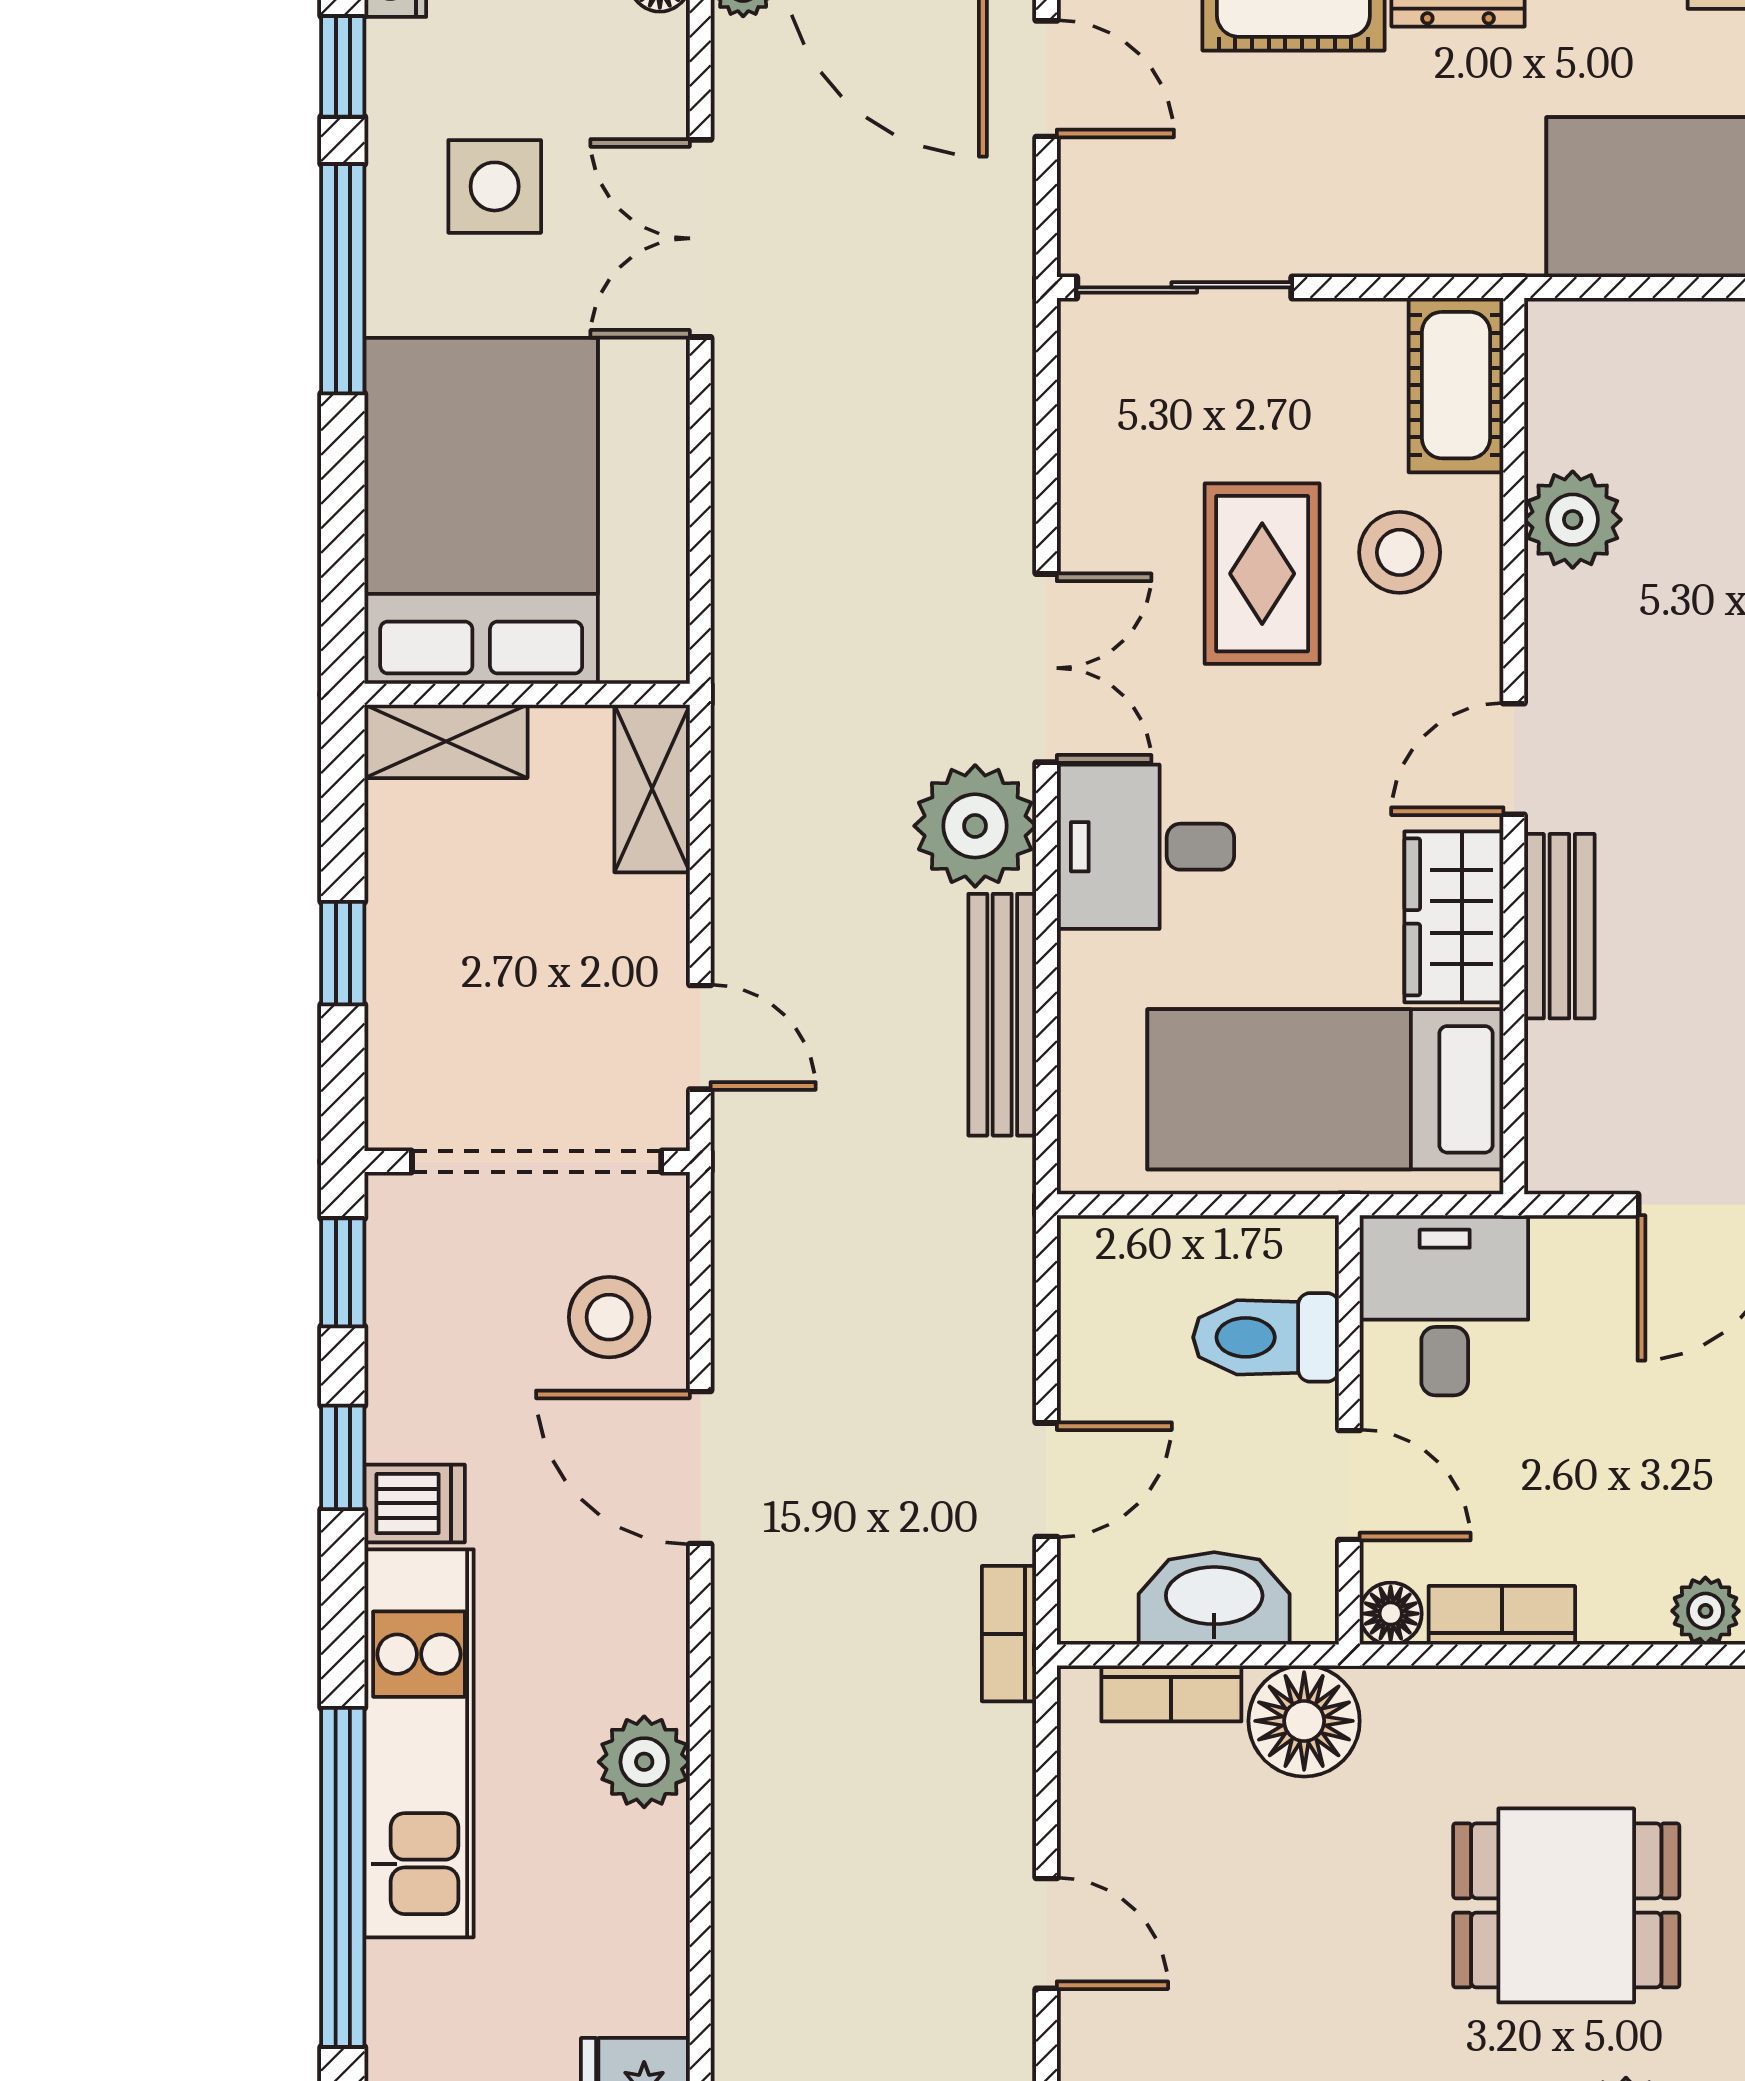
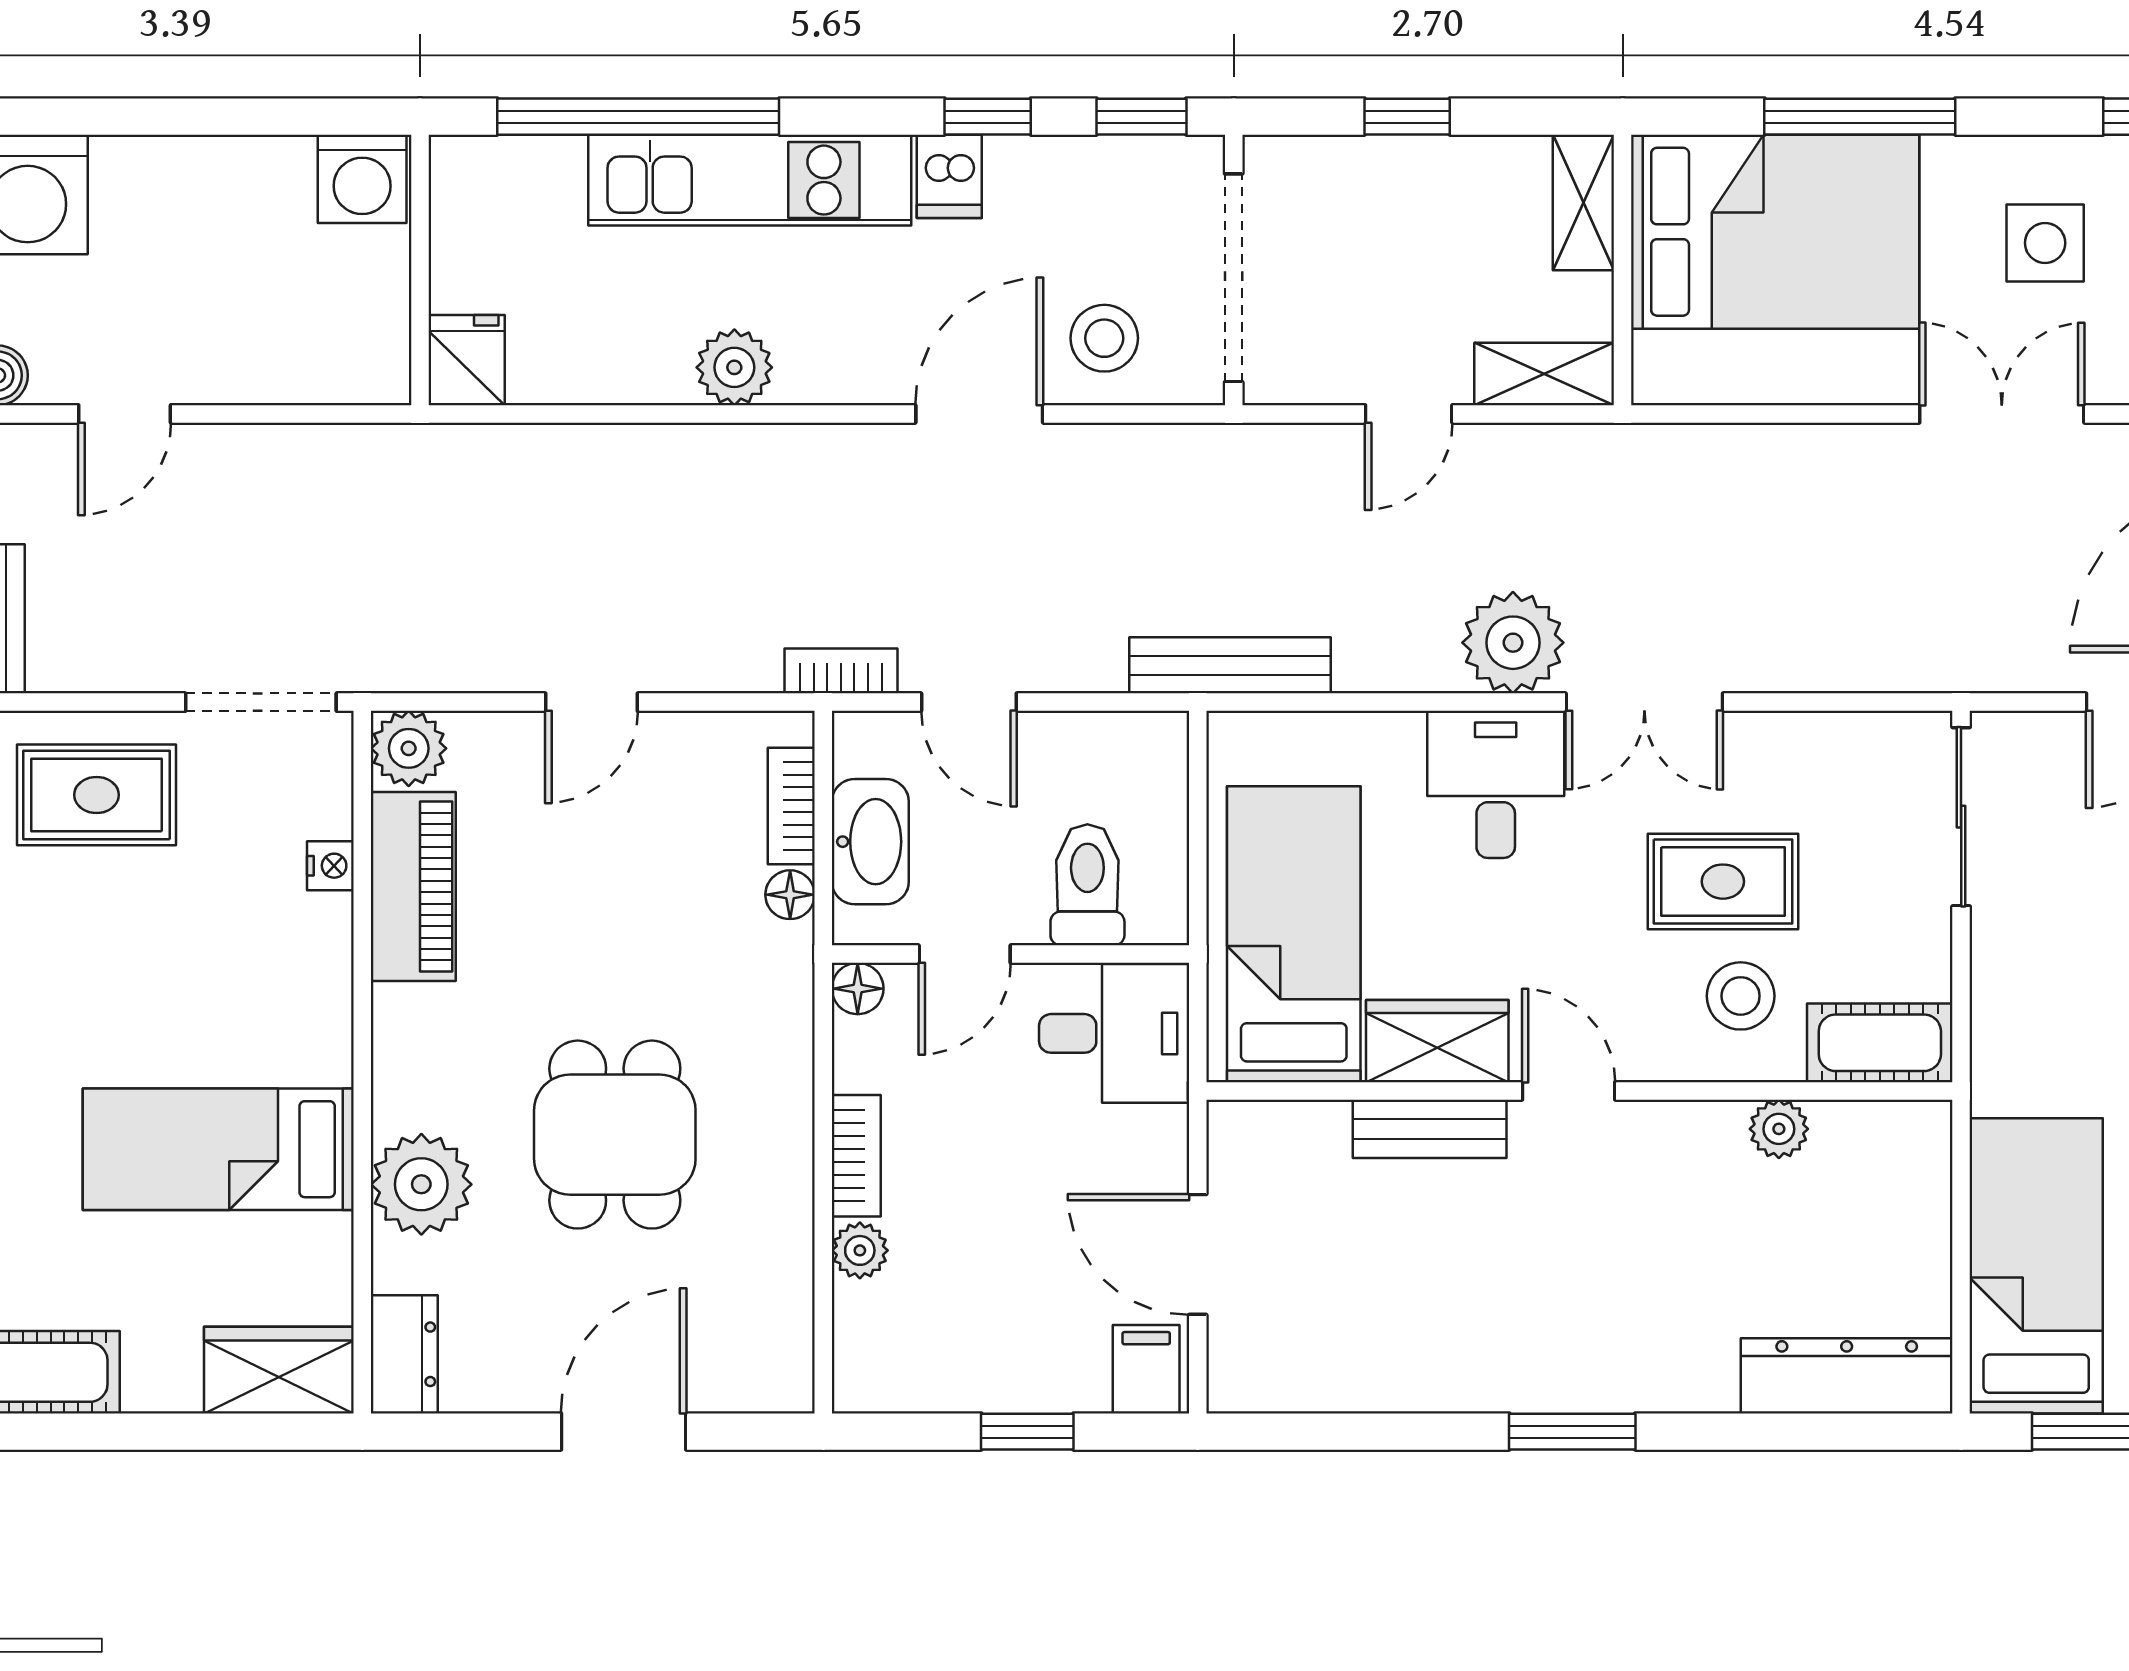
window: (343, 279) -> (1860, 117), moved
plant: (1573, 520) -> (1779, 1129), width x0.73, depth x0.73
bench: (1002, 1015) -> (1230, 665), moved
door: (700, 1037) -> (1409, 414), moved
bookcase: (1502, 1615) -> (856, 1156), moved
floor lamp: (1304, 1721) -> (790, 895), width x0.53, depth x0.53

